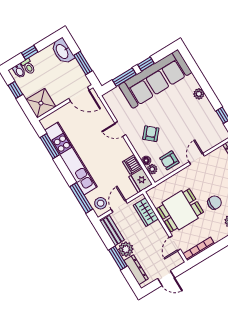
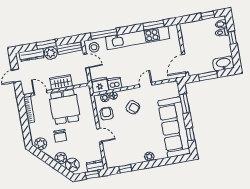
window: (146, 64) -> (190, 135), moved
shower: (41, 103) -> (190, 31), removed
wardrobe: (146, 212) -> (61, 82), moved

